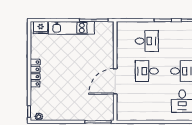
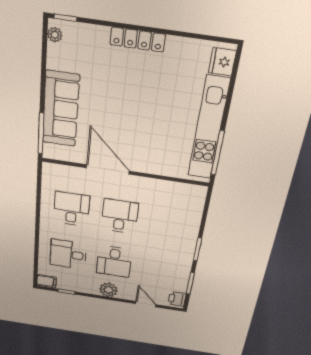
kitchen unit: (71, 28) -> (209, 129), width x1.36
desk: (147, 41) -> (71, 209), moved, turned 180
sofa: (81, 111) -> (61, 109), added

